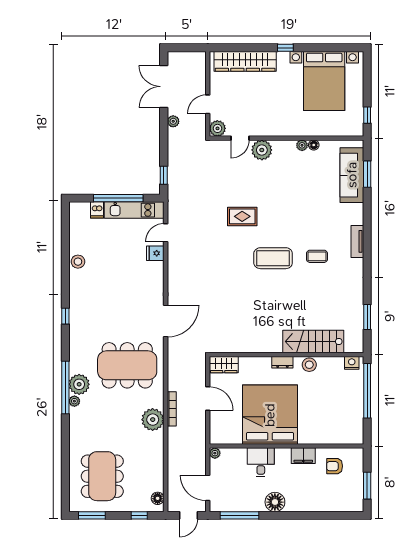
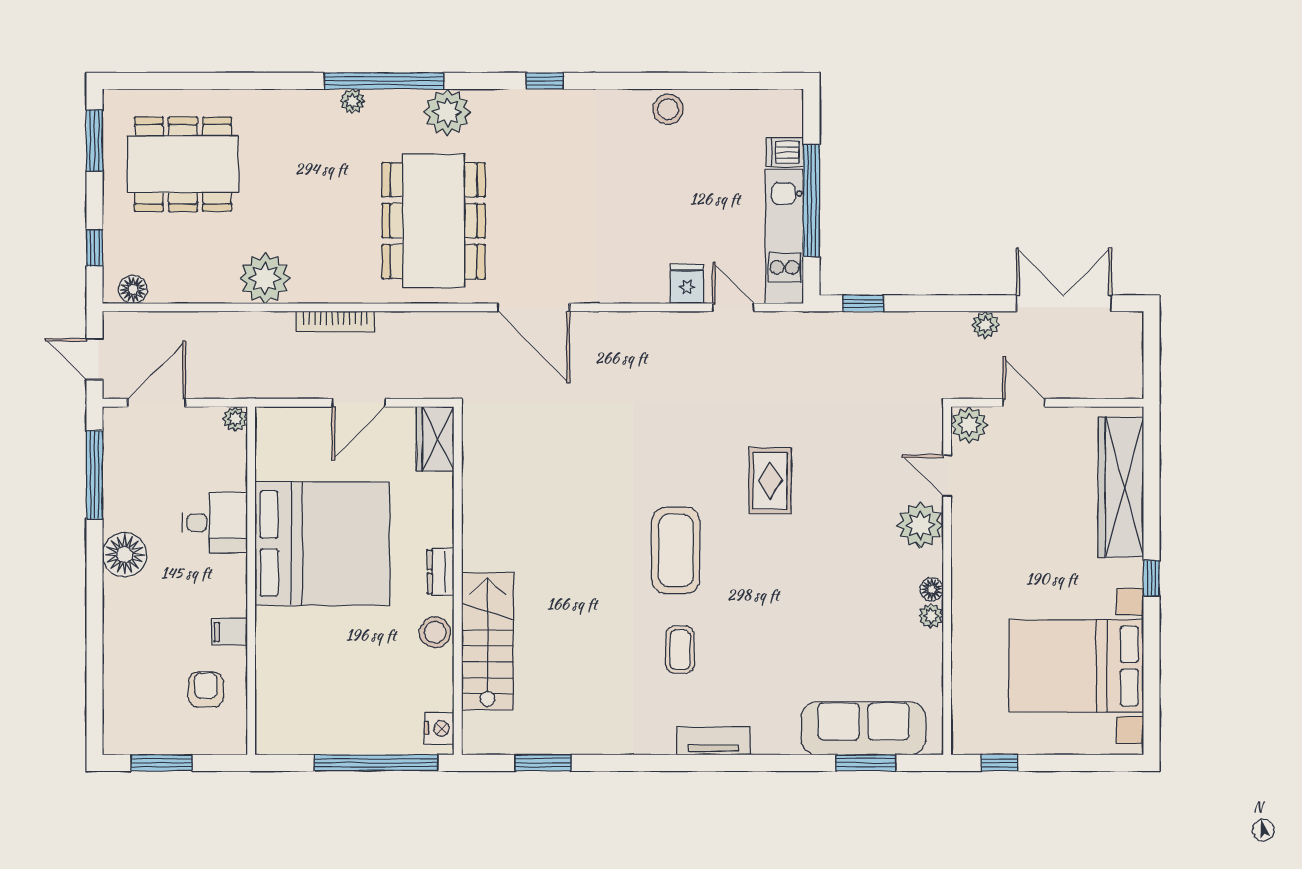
floor lamp: (314, 145) -> (932, 589), moved
plant: (79, 384) -> (447, 112), moved
plant: (153, 420) -> (265, 278), moved
filing cabinet: (303, 456) -> (229, 632), width x0.50

